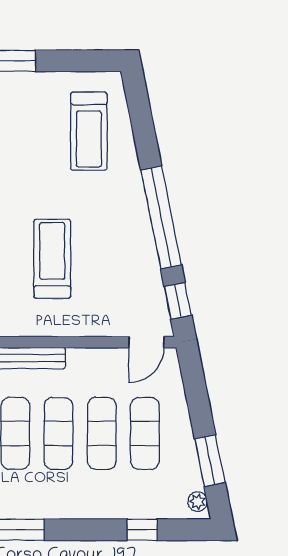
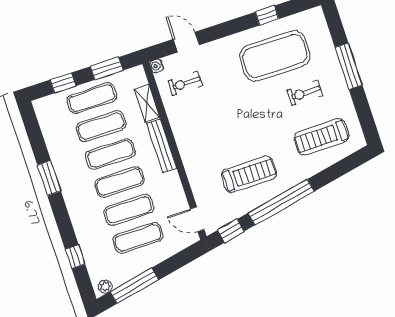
exercise bike: (20, 134) -> (305, 93), added
treadmill: (52, 259) -> (249, 174), moved
window: (210, 461) -> (134, 286), width x1.44

